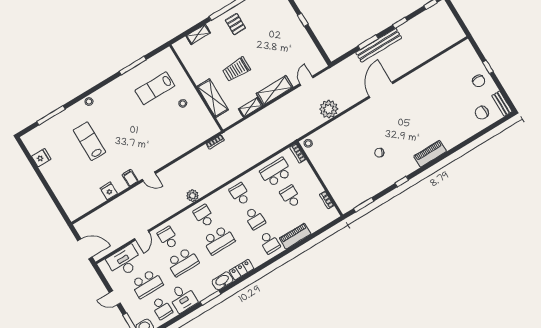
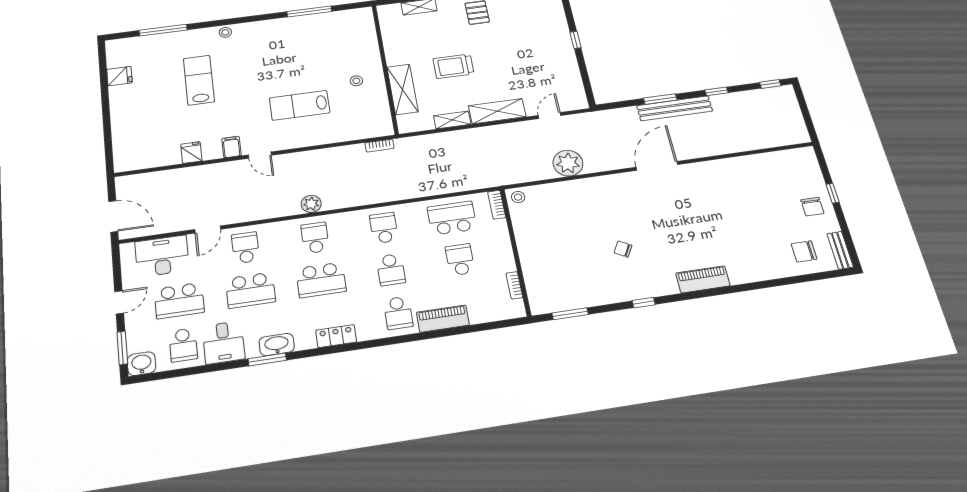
lab bench: (155, 88) -> (300, 105), moved
washbasin: (222, 281) -> (277, 344), moved
door: (115, 298) -> (119, 302), swing flipped

